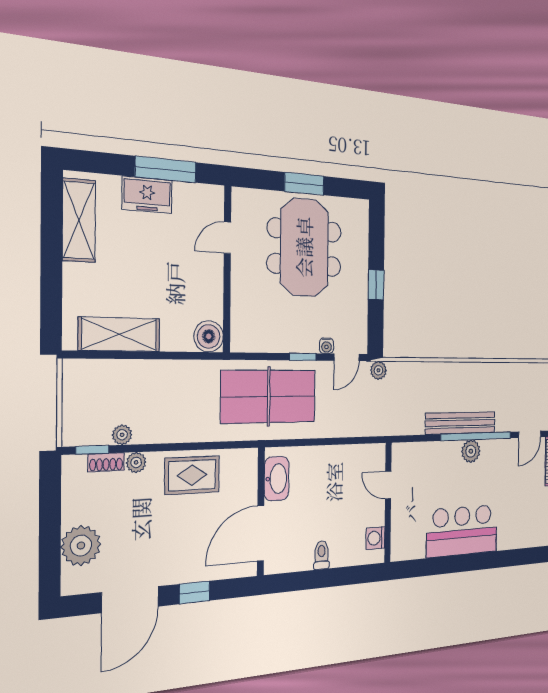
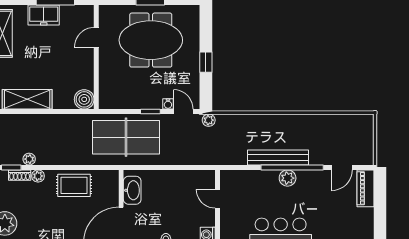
meeting table: (304, 247) -> (151, 40), turned 90
door: (346, 357) -> (183, 111), swing flipped

